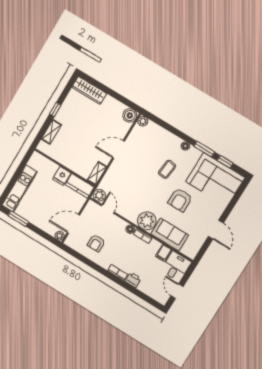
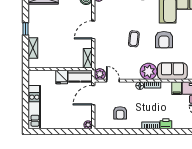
coffee table: (167, 169) -> (134, 39), moved
window: (18, 219) -> (48, 132), removed
door: (73, 224) -> (93, 95), moved

